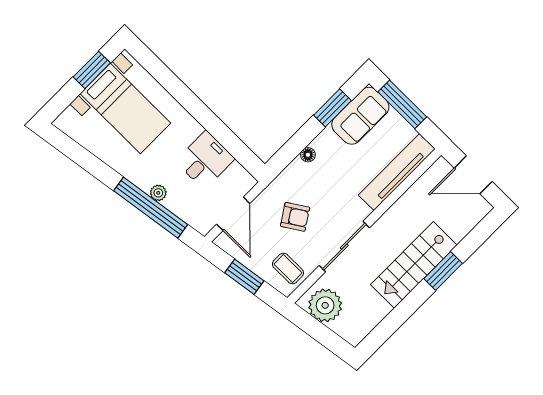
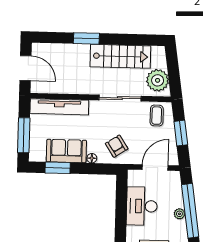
sofa: (360, 116) -> (66, 151), moved
desk: (205, 160) -> (142, 206), width x1.37
armchair: (295, 217) -> (117, 146), moved
stairs: (414, 265) -> (120, 56), moved

